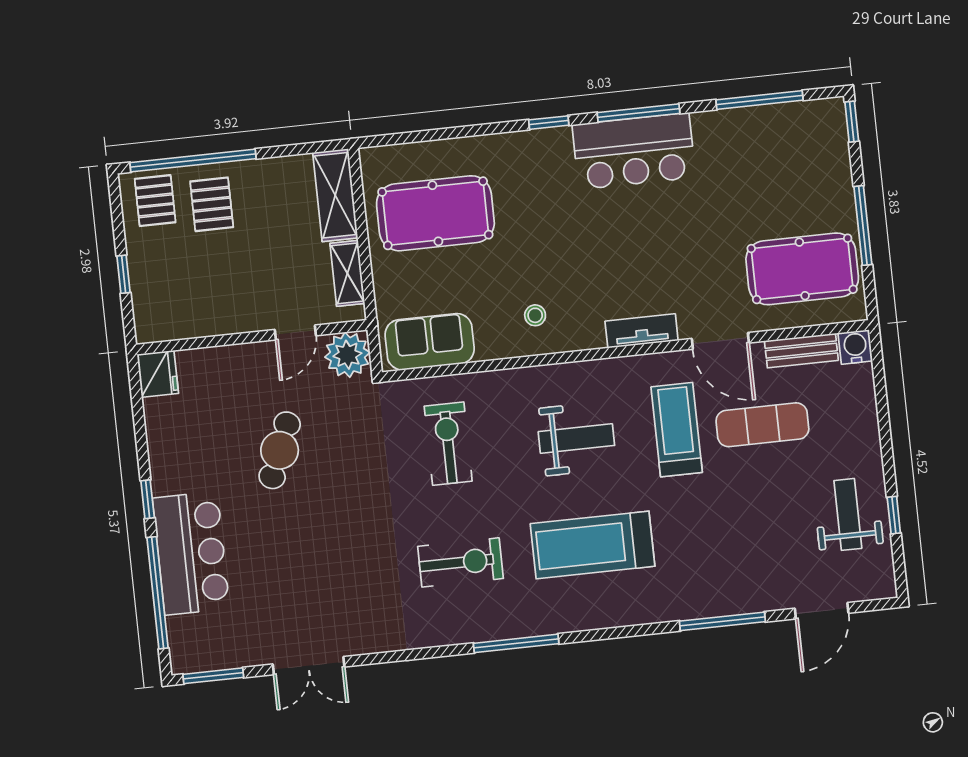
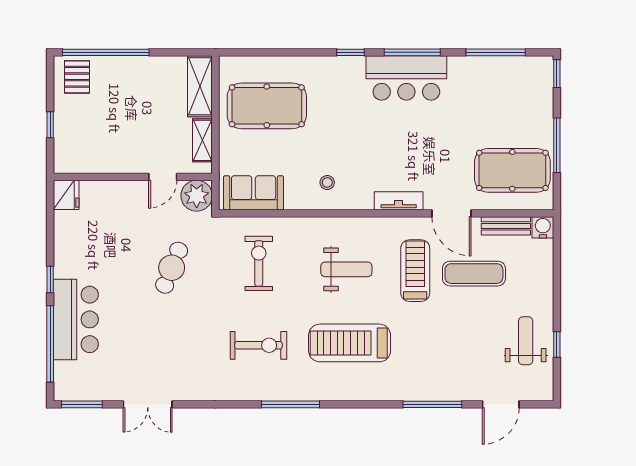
pallet: (212, 204) -> (115, 83), removed
cafe table: (280, 450) -> (172, 268), moved

